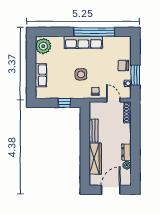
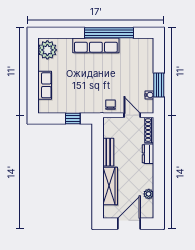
chair: (123, 65) -> (144, 73), removed
side table: (81, 74) -> (93, 84), removed
dresser: (126, 152) -> (148, 154), moved

